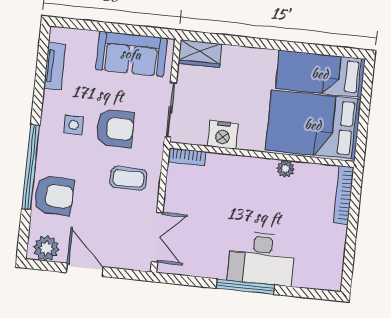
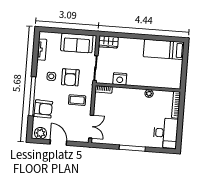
bed: (313, 125) -> (161, 73), removed
armchair: (115, 128) -> (70, 77), turned 90
desk: (262, 258) -> (166, 133), moved, turned -90

